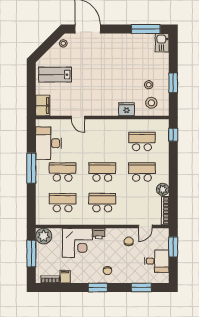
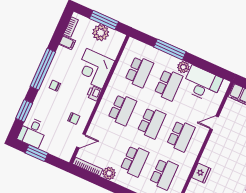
school desk: (102, 141) -> (181, 136), added
plant: (41, 166) -> (183, 67), added
window: (31, 168) -> (170, 49), moved
door: (145, 226) -> (81, 141), swing flipped
plant: (44, 236) -> (101, 33), moved
window: (173, 247) -> (37, 153), moved
desk: (157, 261) -> (33, 132), moved
window: (98, 288) -> (43, 69), width x2.11

